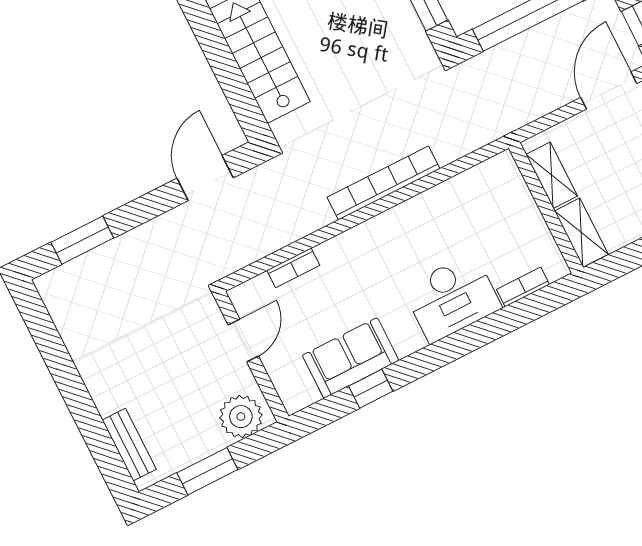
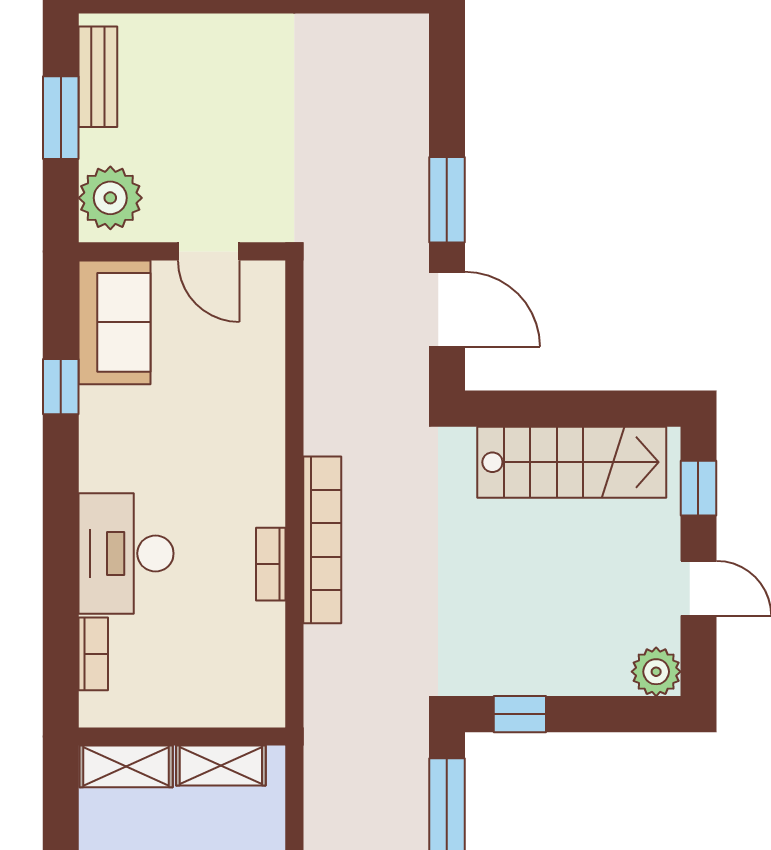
window: (82, 240) -> (447, 200), moved
bookcase: (293, 268) -> (271, 564), moved
sofa: (351, 358) -> (115, 322), moved
bench: (129, 445) -> (98, 77), moved, turned 90

